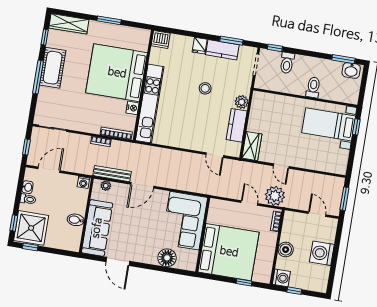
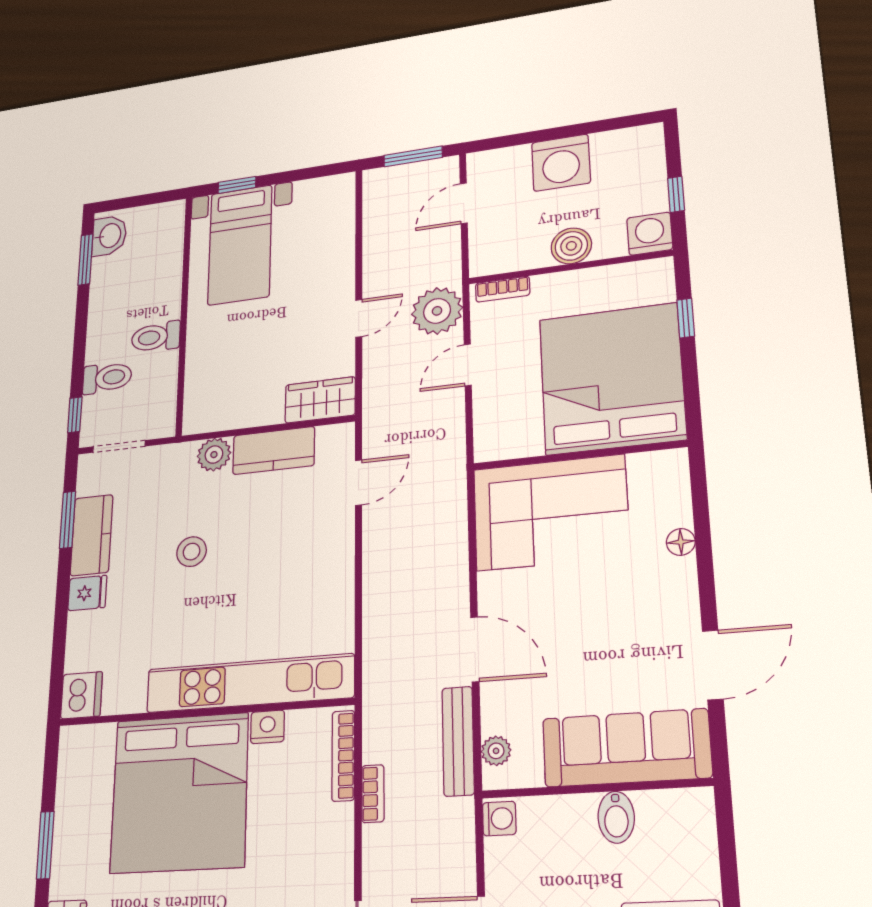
toilet: (313, 87) -> (156, 337), moved
floor lamp: (167, 258) -> (681, 542), width x0.53, depth x0.53

